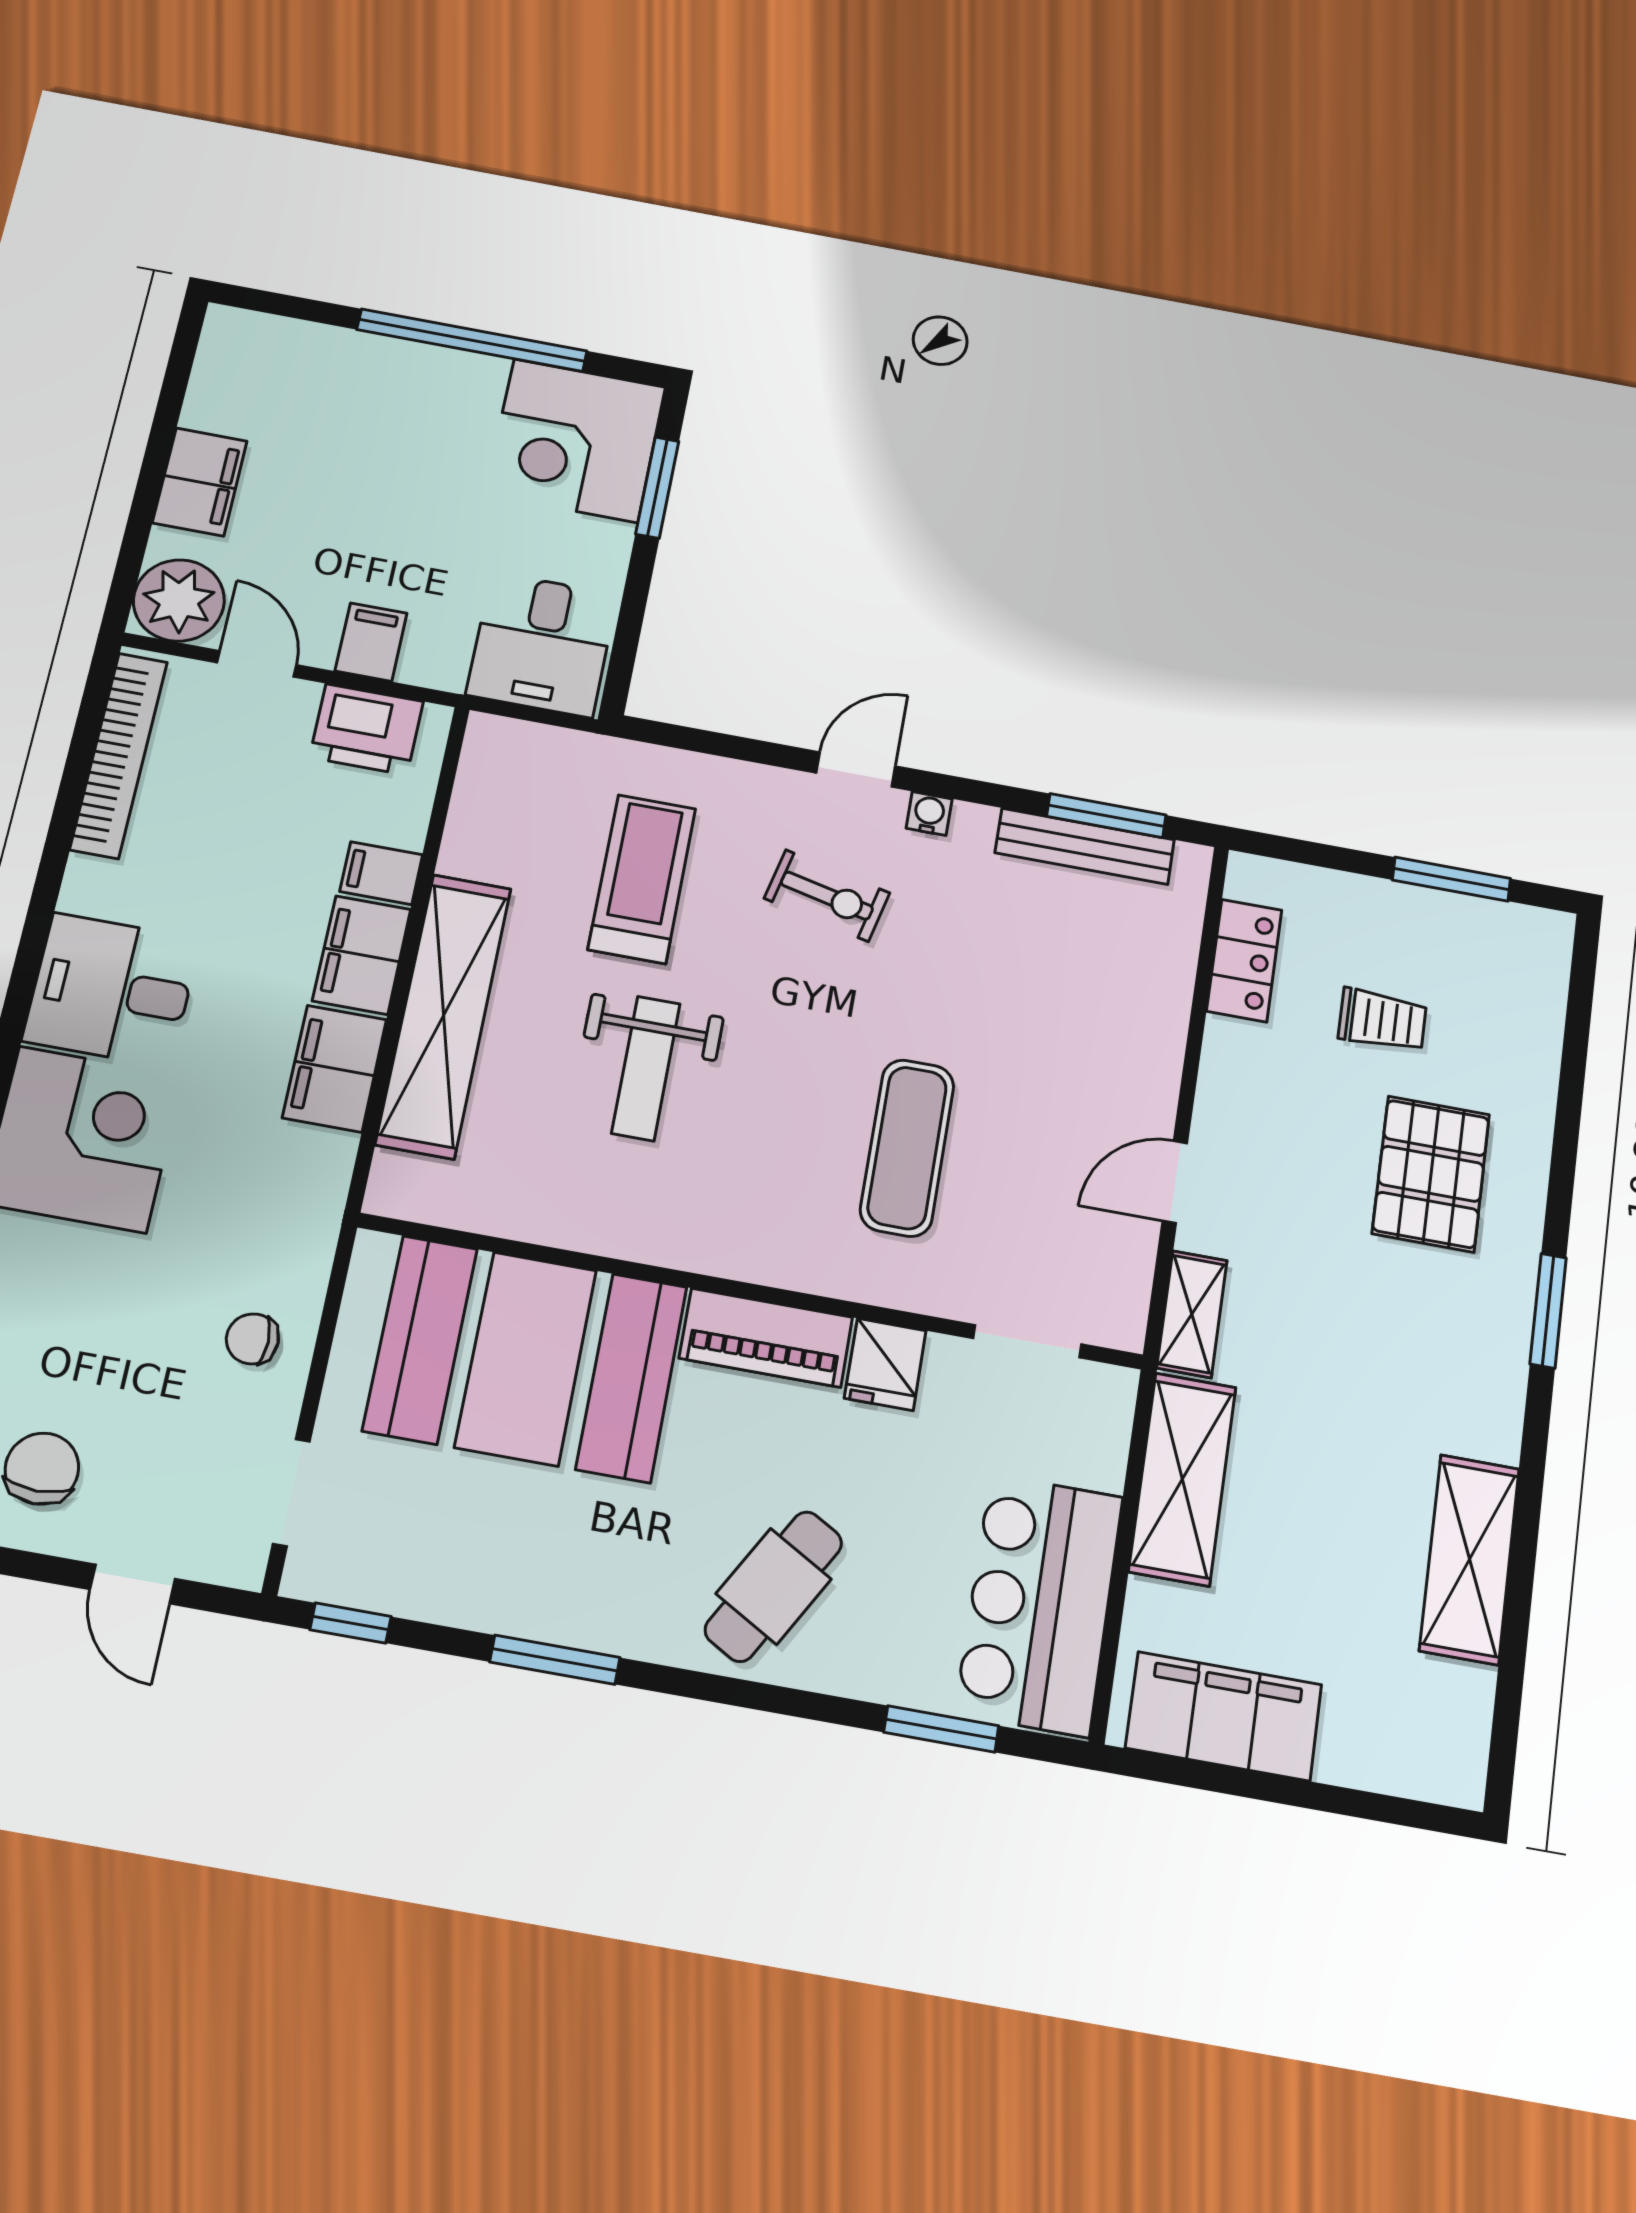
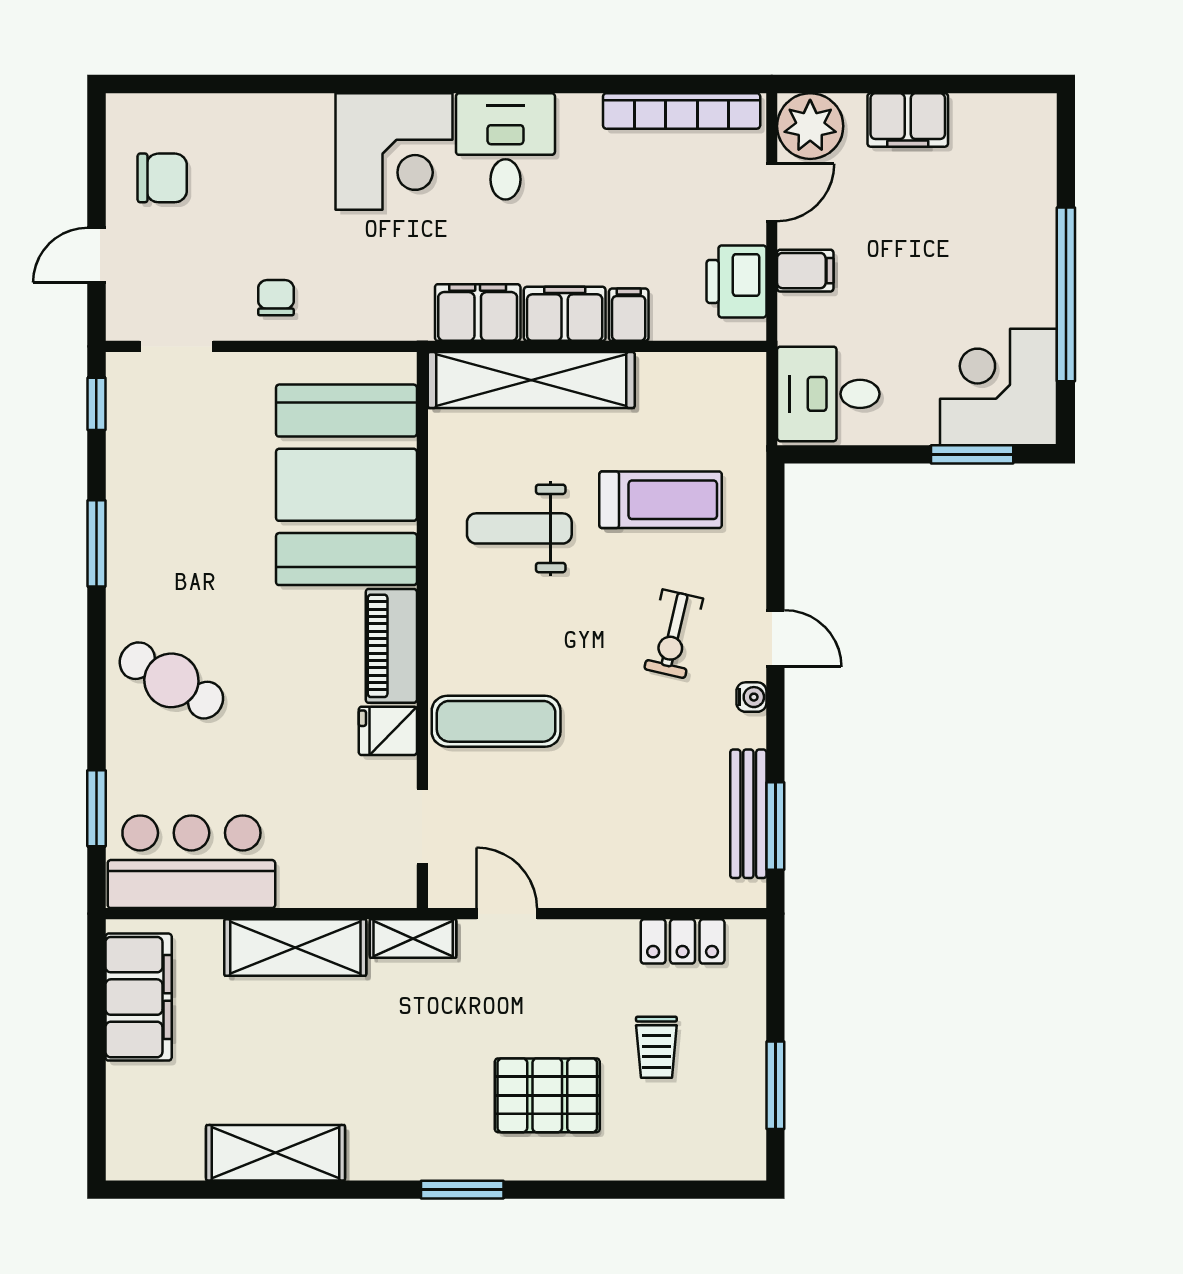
wall: (751, 1291) -> (422, 630), moved
piano: (766, 1338) -> (391, 646), moved
doorway: (1027, 1341) -> (422, 827), moved
booth: (526, 1359) -> (346, 485), moved
fridge: (885, 1364) -> (388, 731), moved

